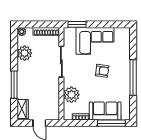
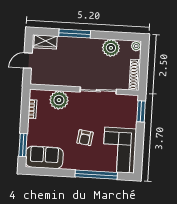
corner sofa: (95, 41) -> (119, 150), moved
window: (133, 78) -> (96, 175), moved
sofa: (105, 111) -> (44, 157), moved, turned -90
window: (111, 123) -> (23, 145), width x0.69

